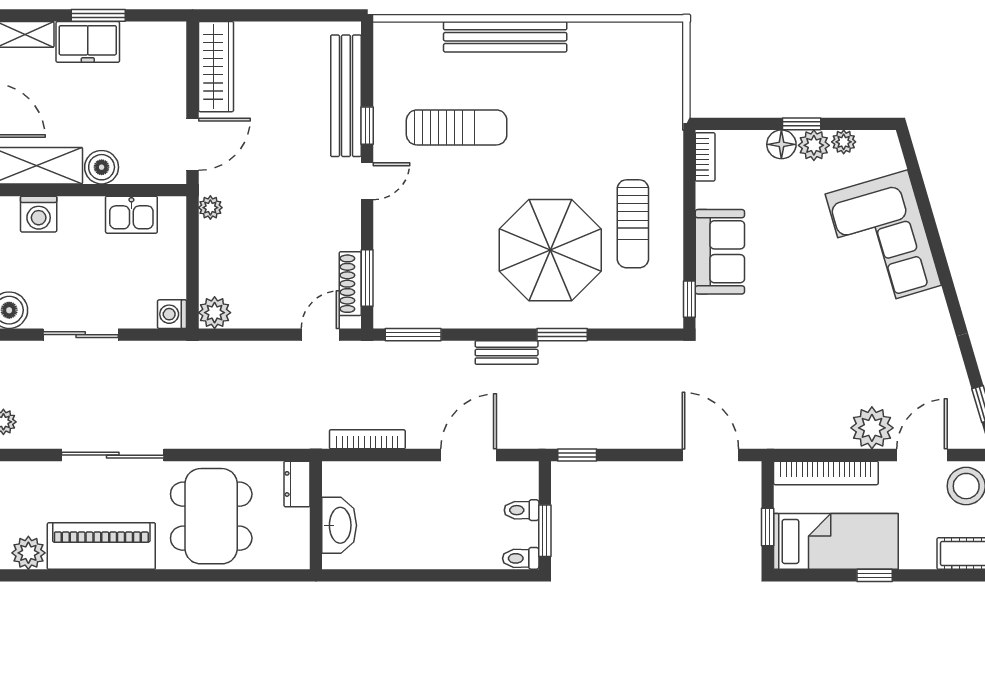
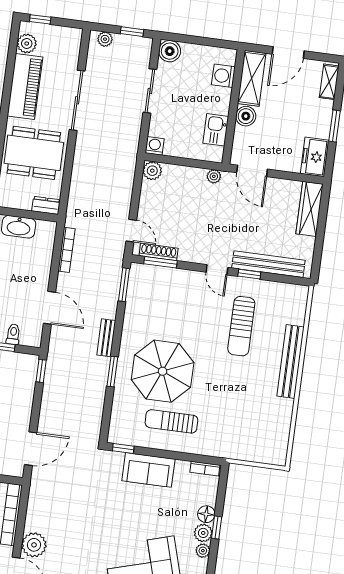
freezer: (88, 42) -> (315, 157), moved
wardrobe: (216, 67) -> (310, 209), moved, turned 90

